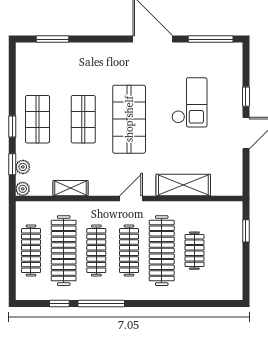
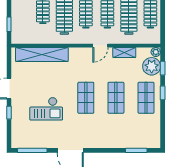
checkout: (189, 102) -> (46, 109), turned -90
shop shelf: (129, 119) -> (86, 98), width x0.70, depth x0.74
plant: (23, 167) -> (152, 66), width x1.88, depth x1.88
shelving: (183, 185) -> (42, 54), width x1.47
door: (131, 199) -> (100, 46), moved

